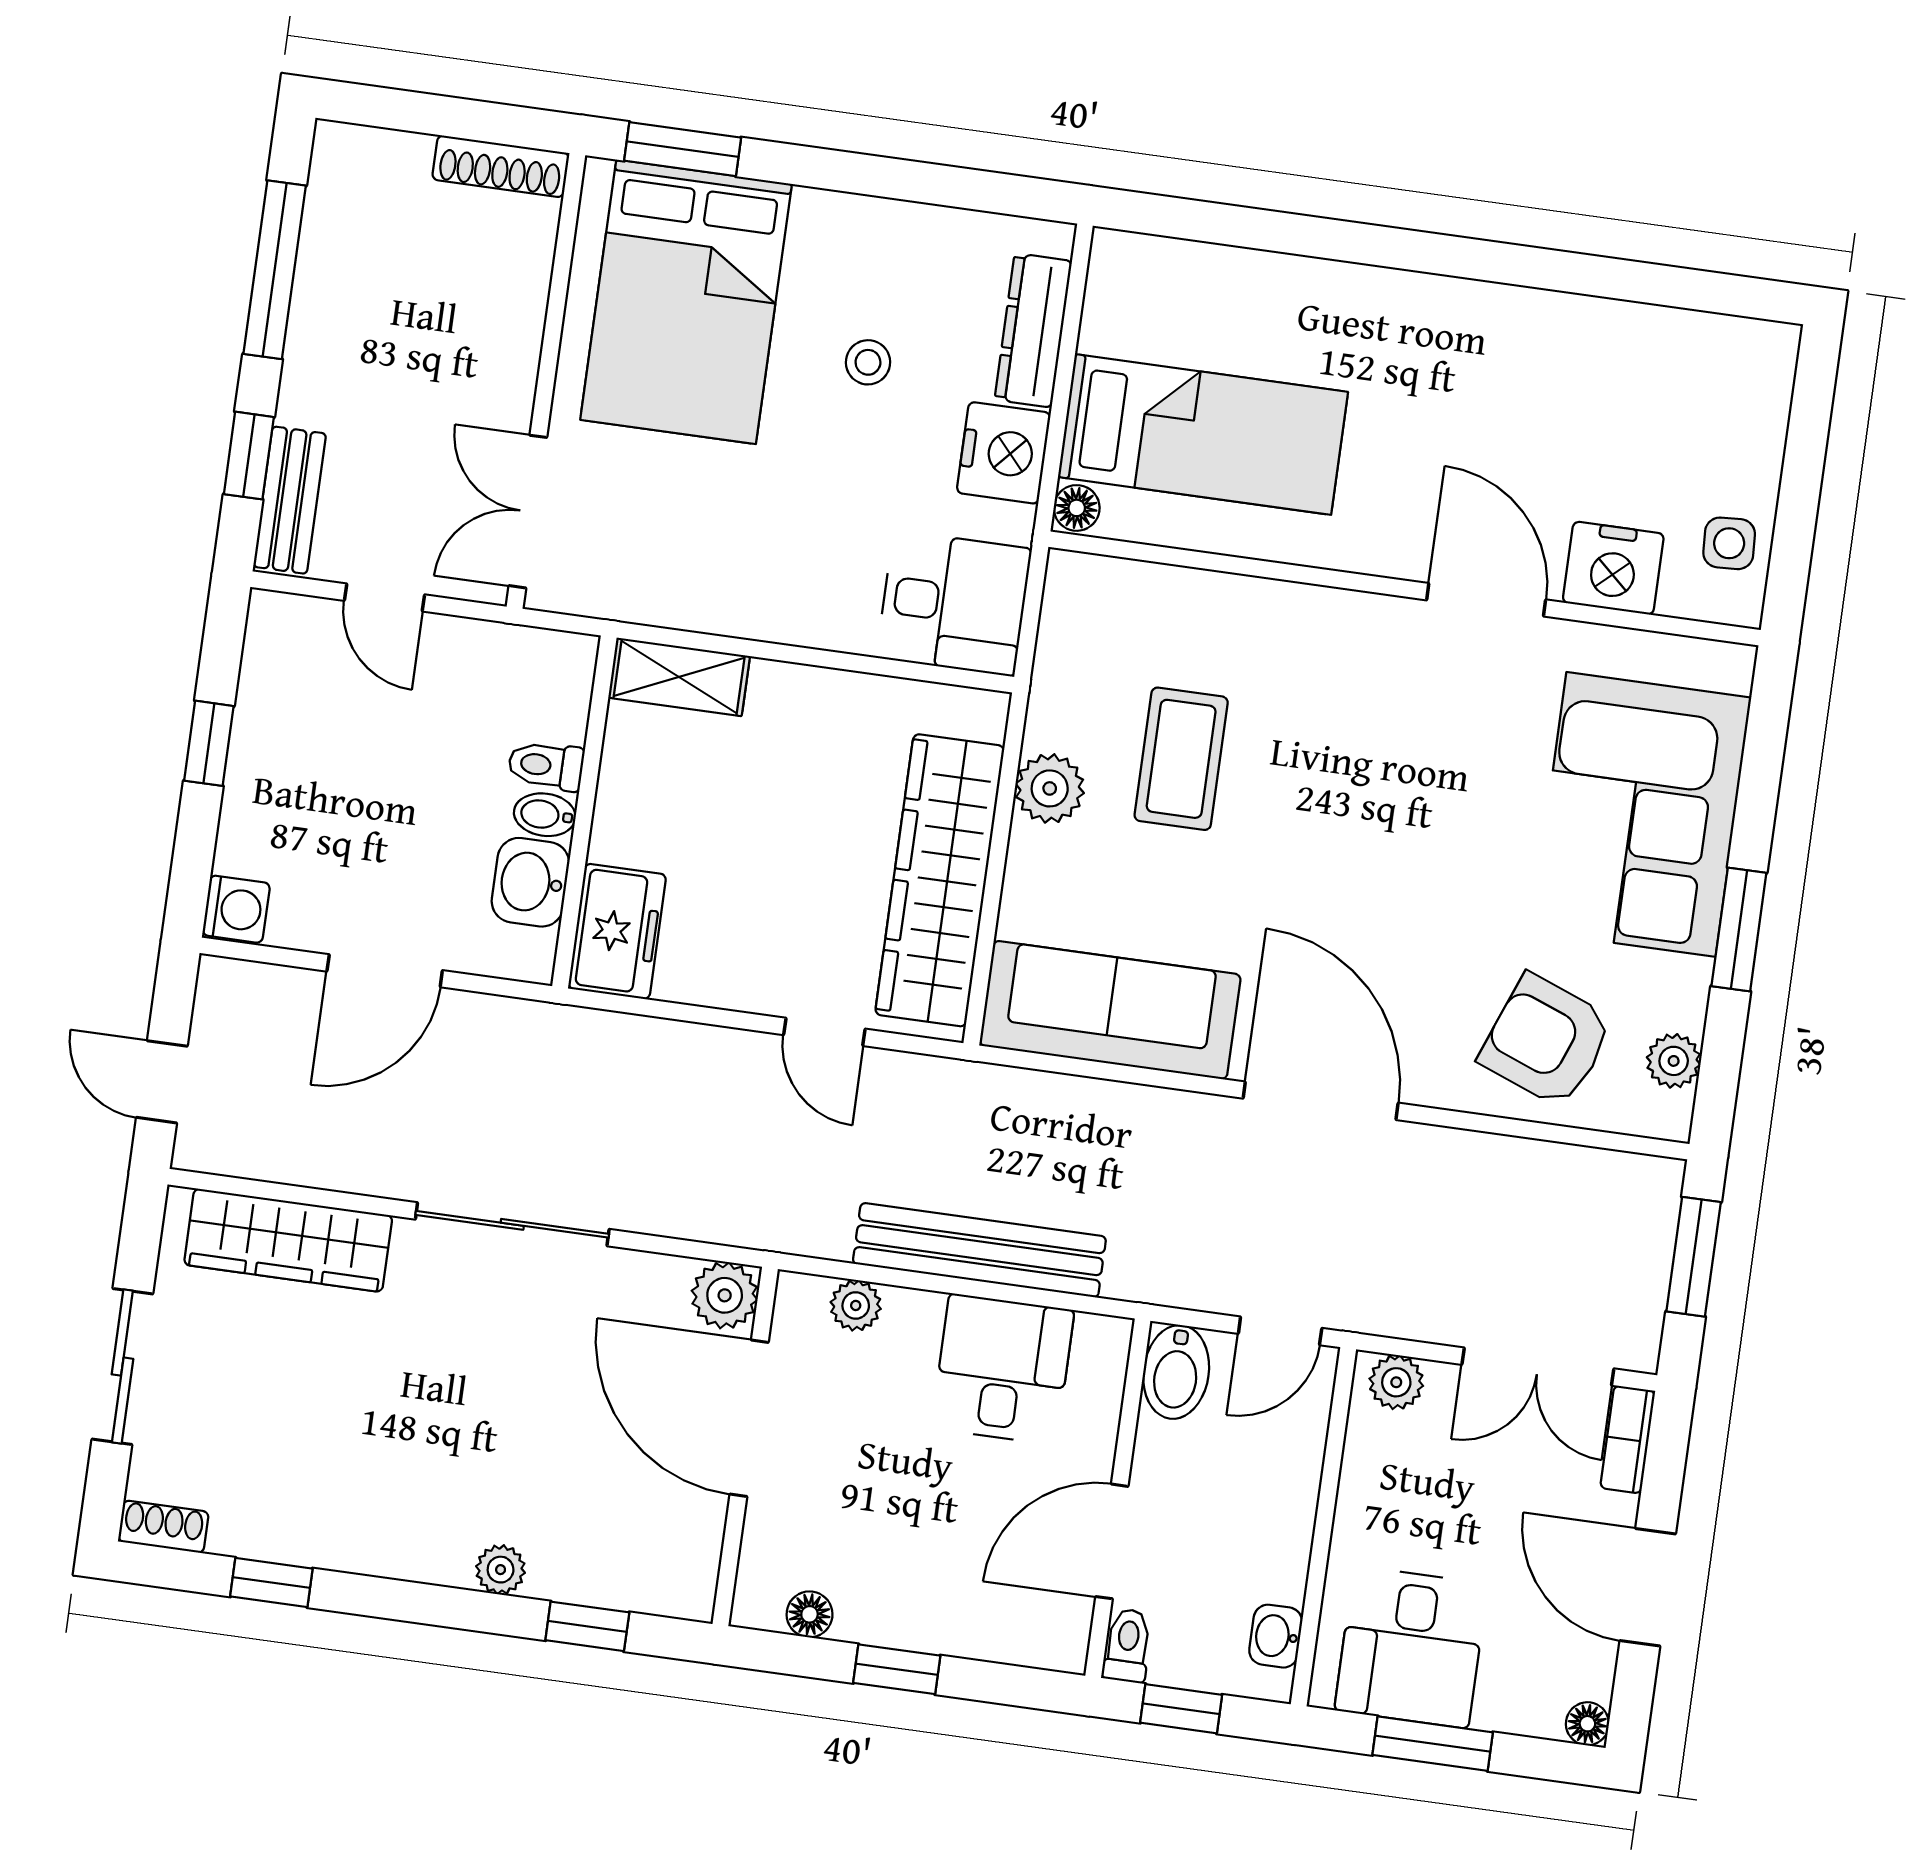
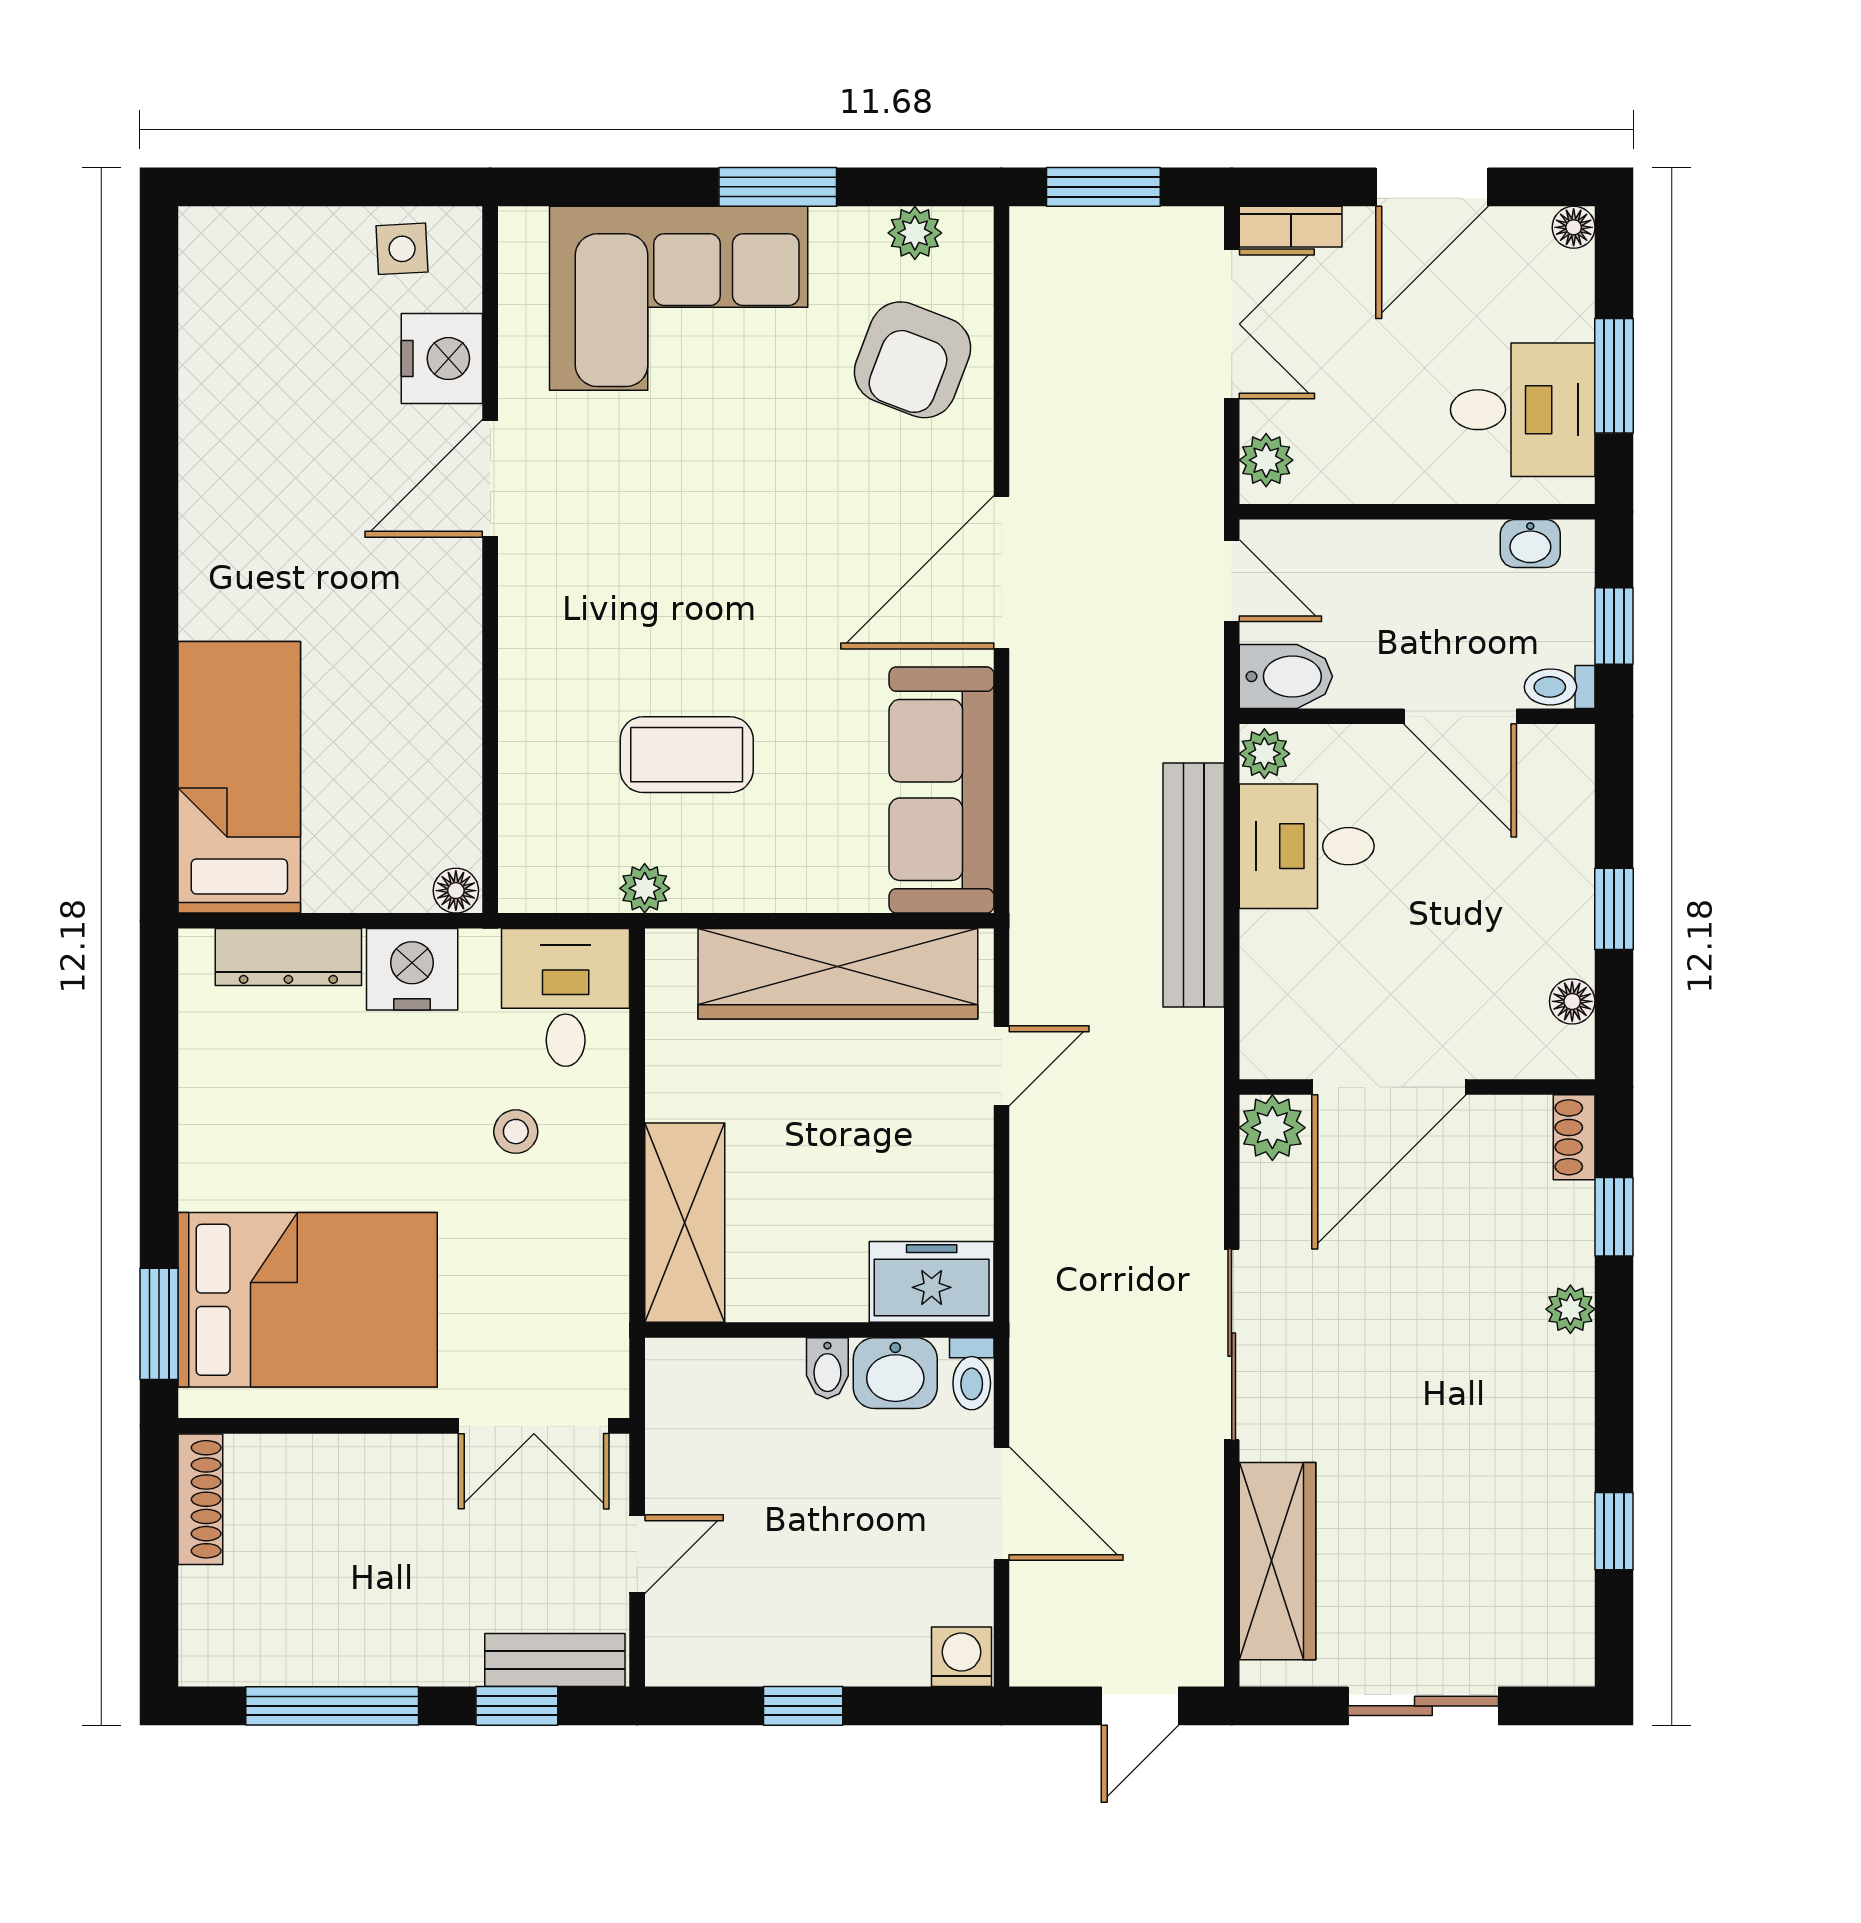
stool: (868, 362) -> (516, 1132), moved
bed: (1203, 434) -> (239, 777), moved
shelving: (679, 677) -> (685, 1223), width x1.50, depth x1.33
toilet: (546, 766) -> (972, 1374), moved
plant: (1050, 788) -> (645, 888), moved, width x0.73, depth x0.73
plant: (856, 1305) -> (1264, 754), moved
shoe rack: (163, 1527) -> (1574, 1137), moved

